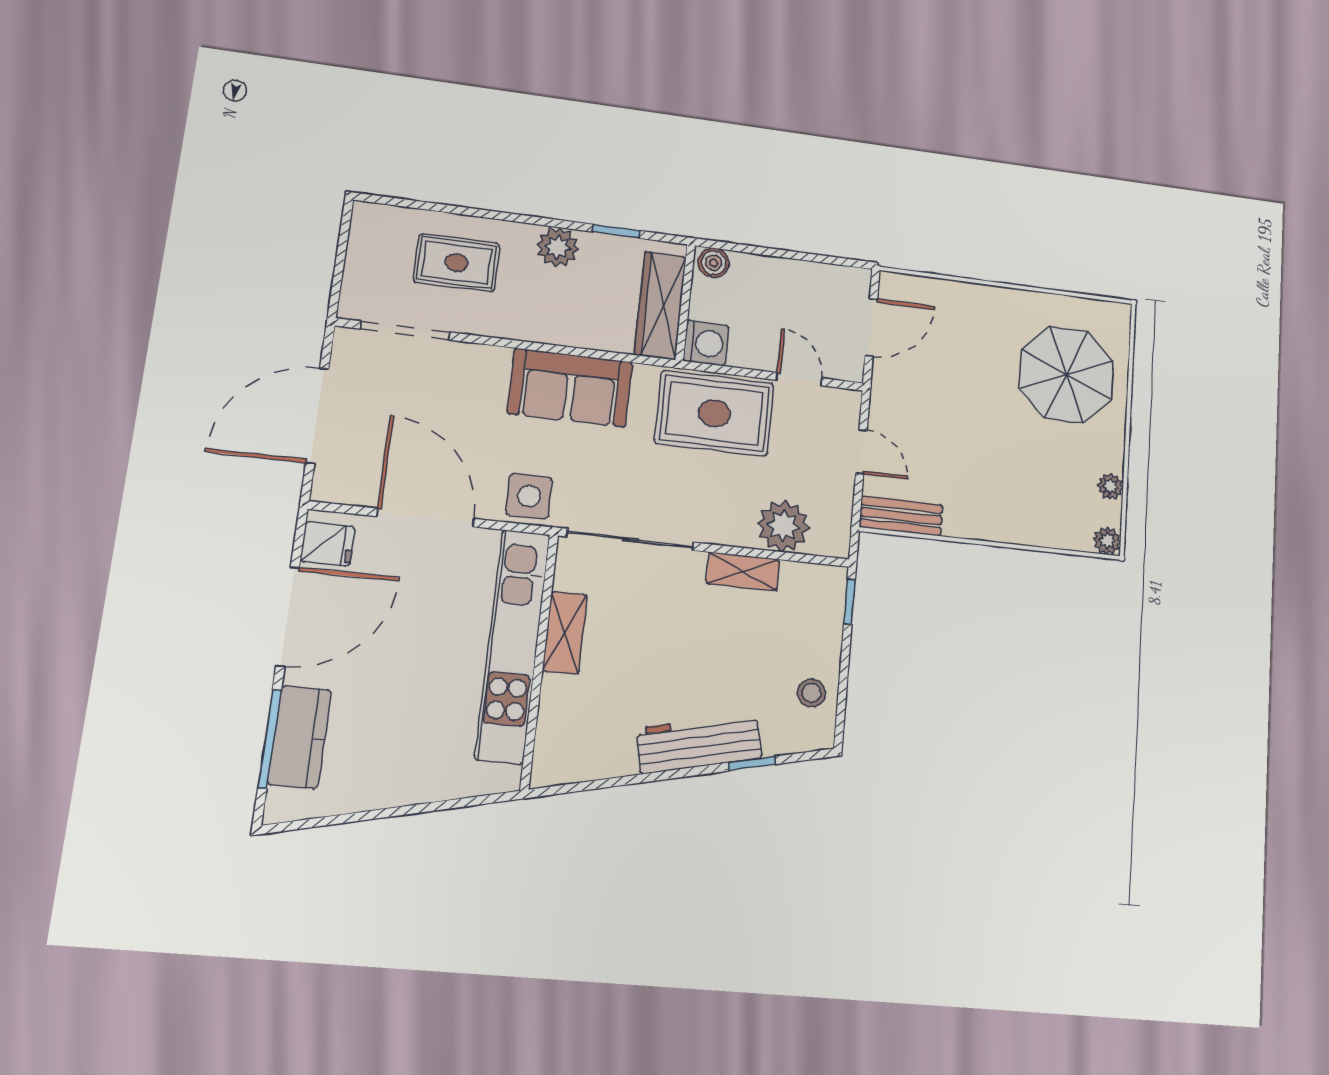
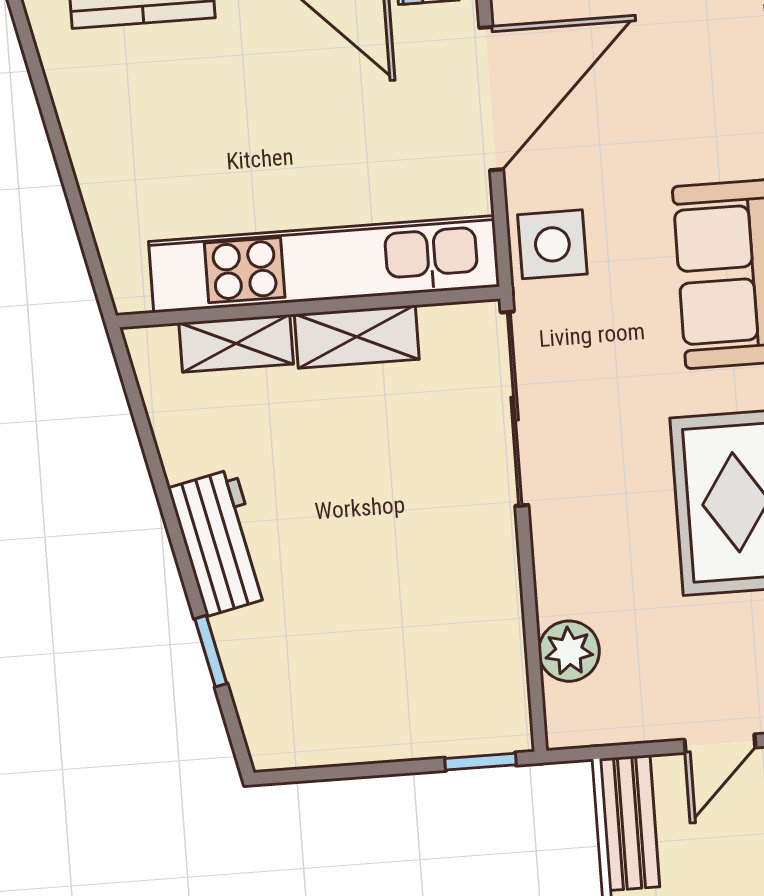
plant: (783, 526) -> (569, 651), width x0.73, depth x0.73
shelving: (743, 571) -> (236, 343), moved, turned 90
stool: (811, 693) -> (331, 725), removed
workbench: (699, 743) -> (220, 542), width x0.73

